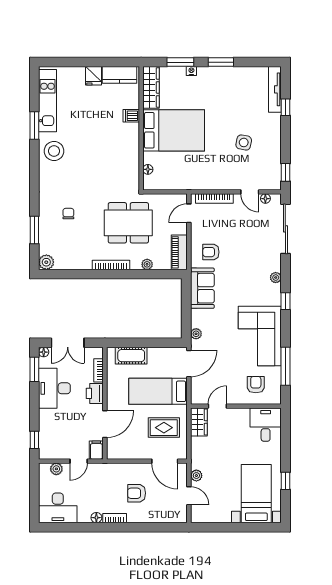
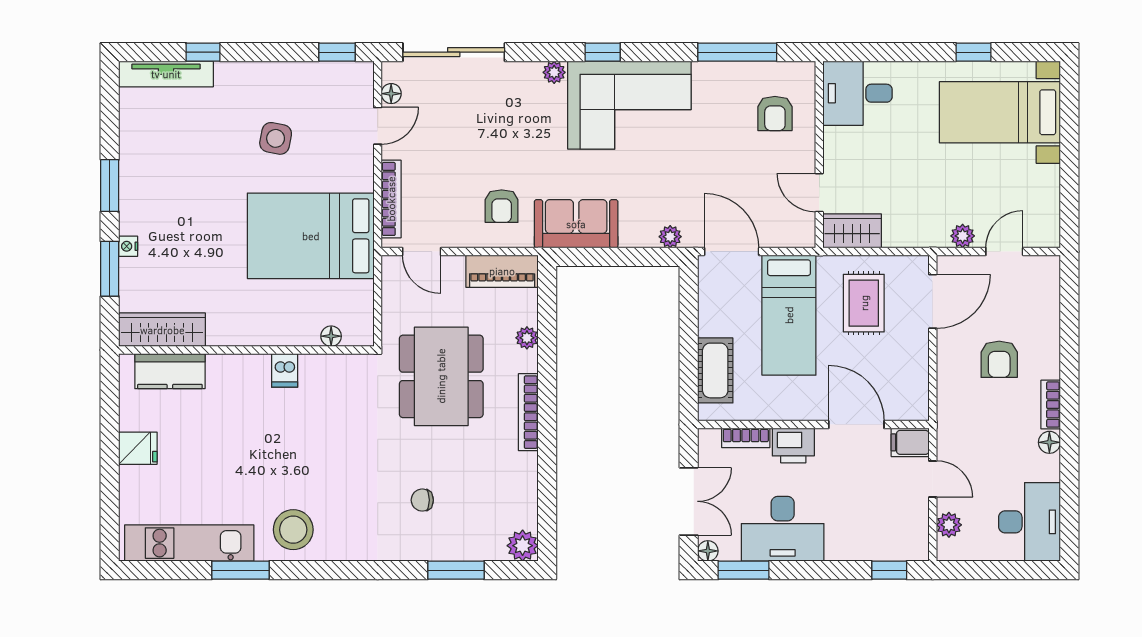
kitchen counter: (119, 75) -> (170, 371), moved, turned 90
dishwasher: (131, 116) -> (285, 370), moved
bed: (174, 130) -> (311, 236), moved, turned -90
corner sofa: (260, 336) -> (629, 105), moved
armchair: (256, 385) -> (775, 113), turned -90

